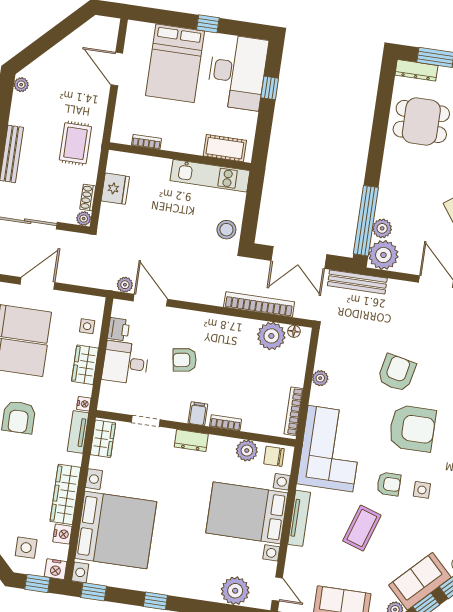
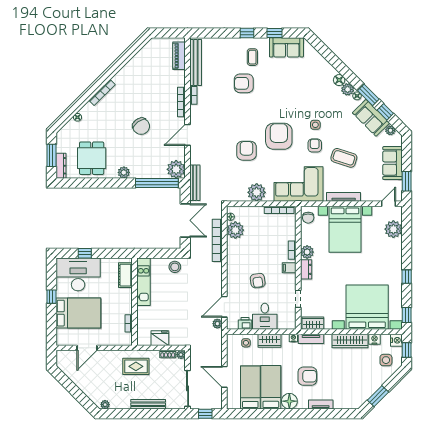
plant: (382, 228) -> (124, 172), moved
armchair: (397, 373) -> (246, 151), turned 78
plant: (320, 378) -> (257, 192), width x1.87, depth x1.87
plant: (247, 451) -> (307, 252), moved

